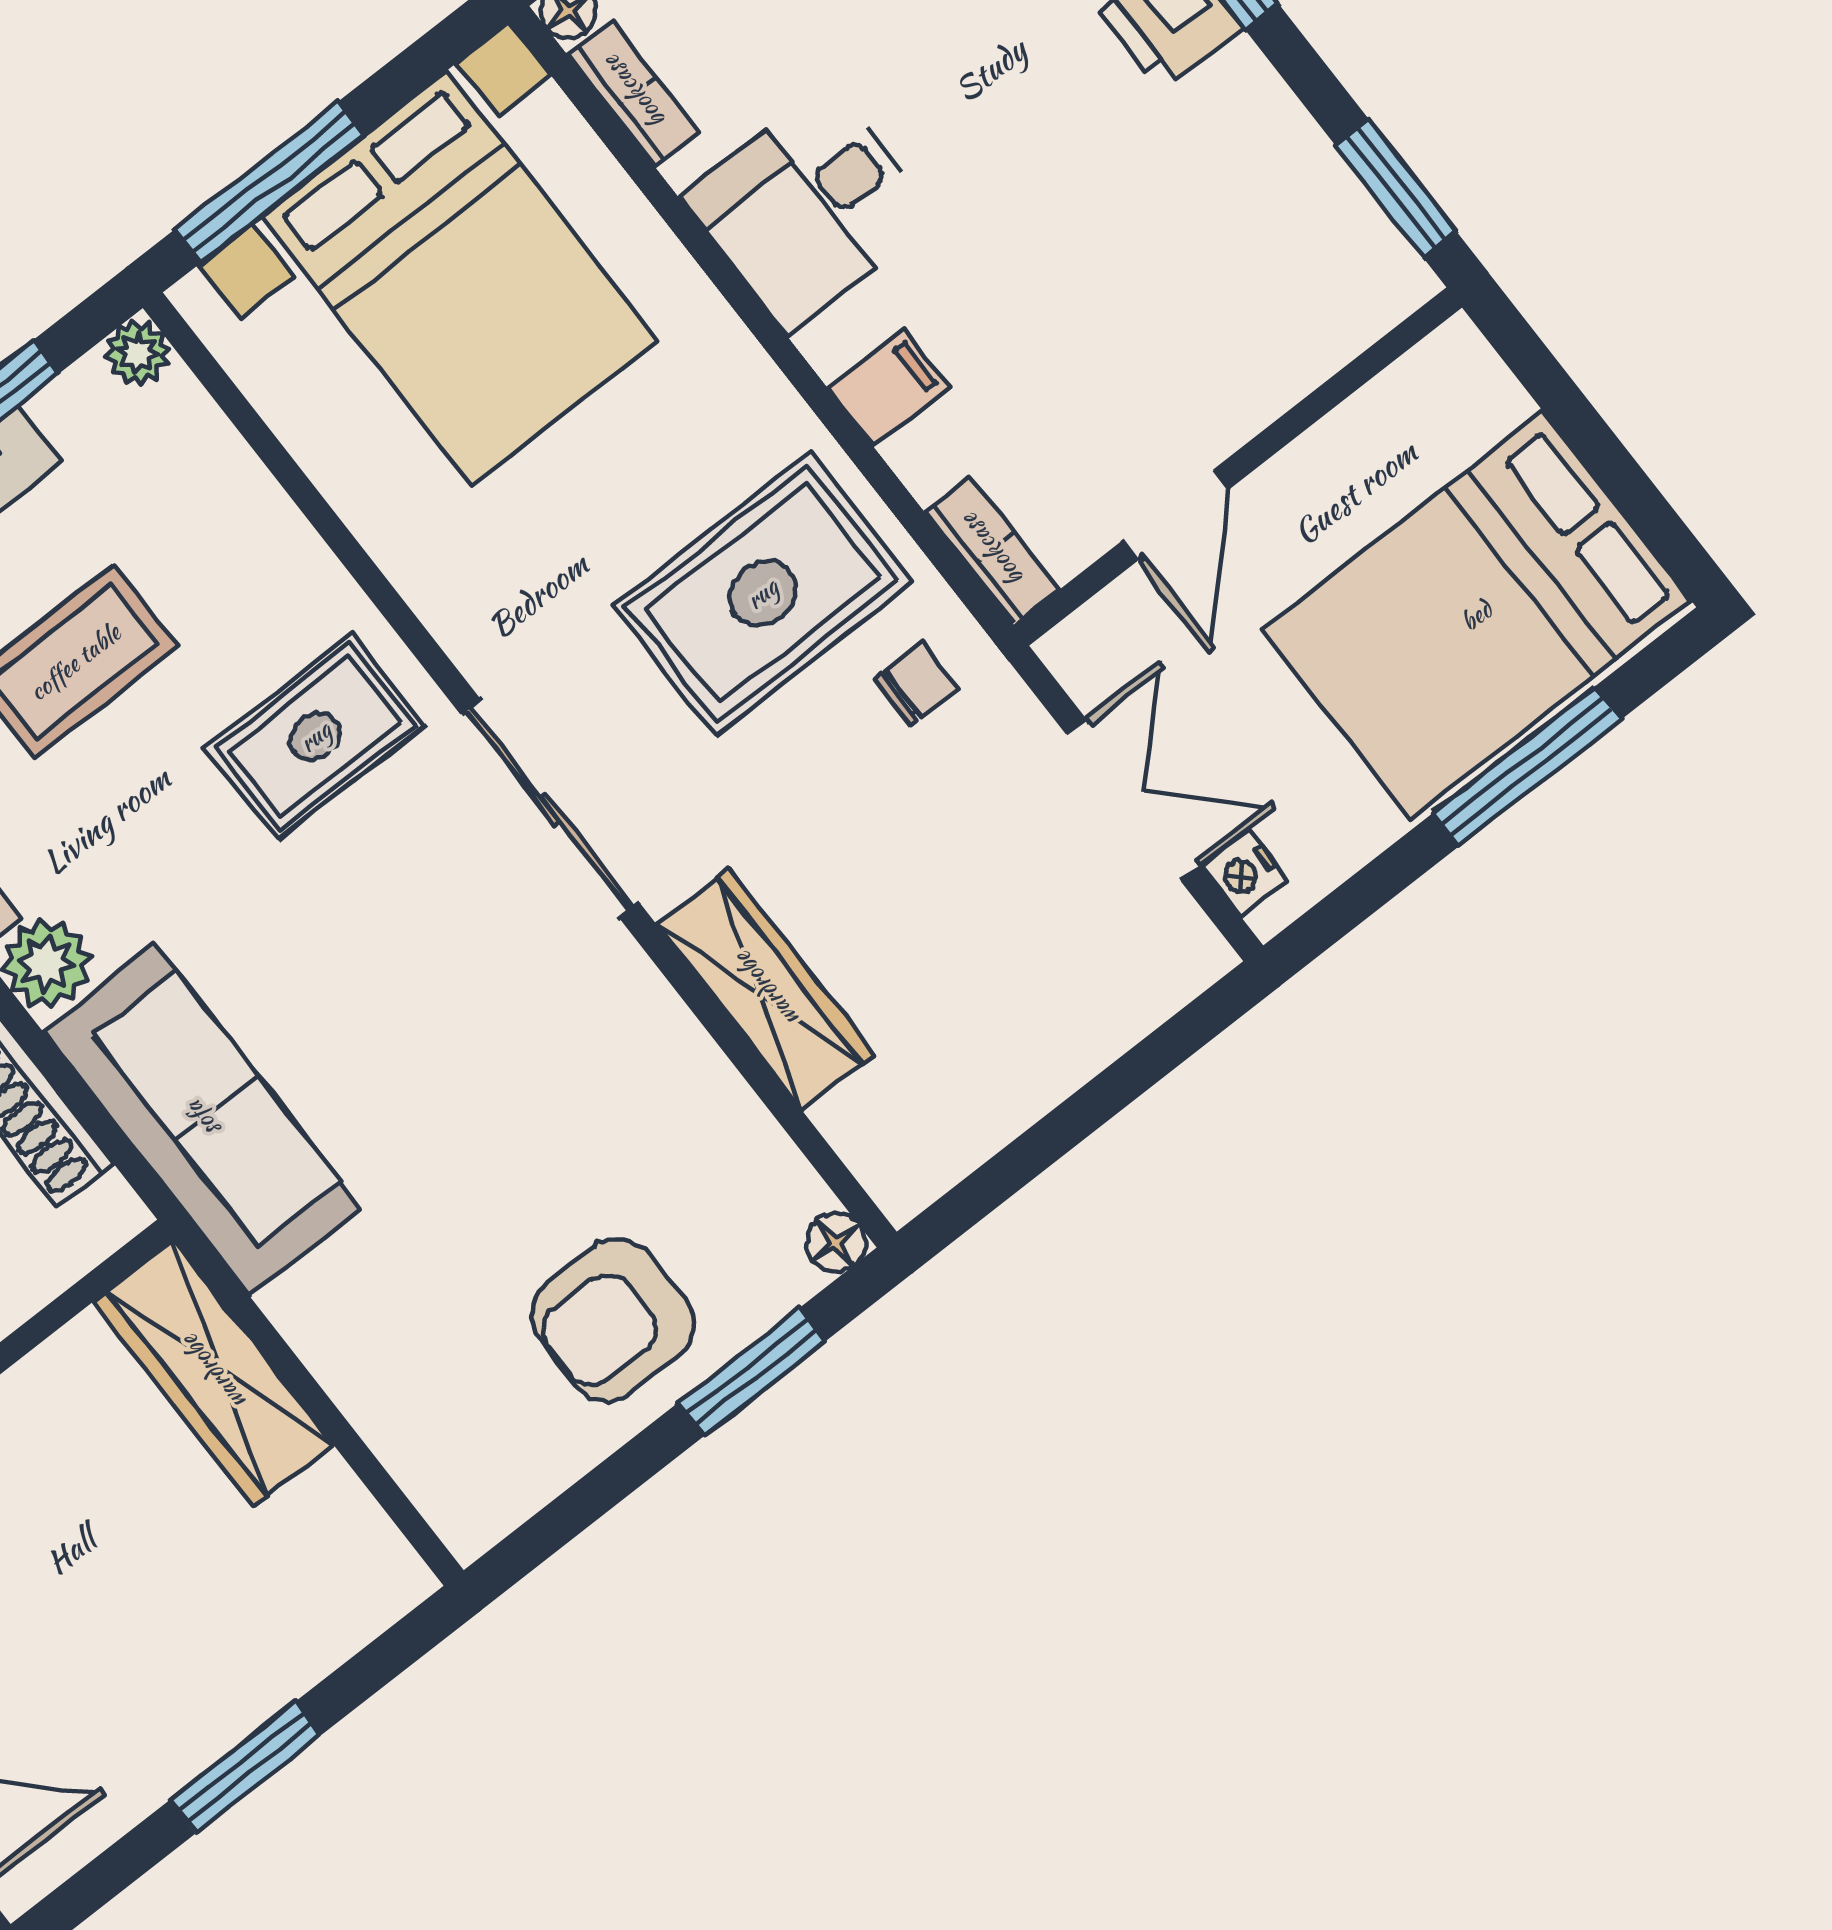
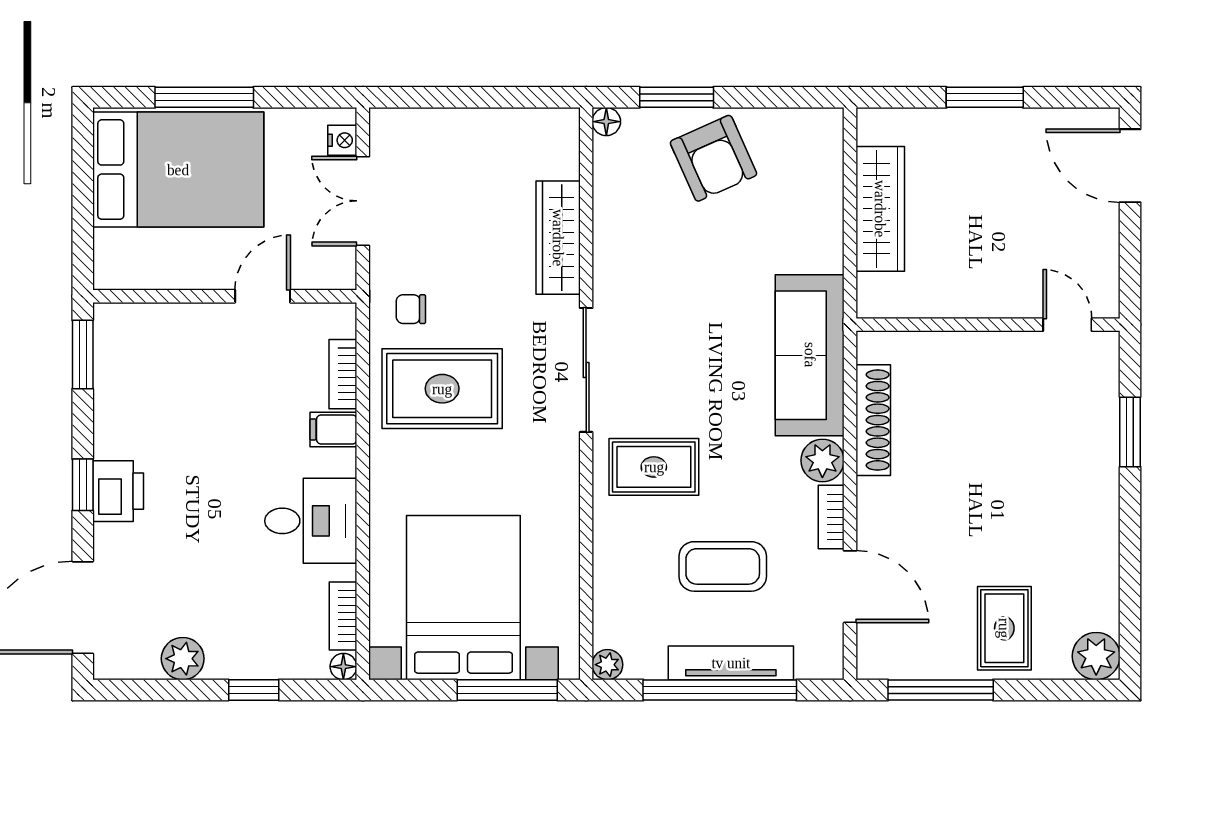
bookcase: (992, 551) -> (343, 374), moved
armchair: (613, 1320) -> (713, 158), turned 66
wardrobe: (213, 1373) -> (880, 209), moved

